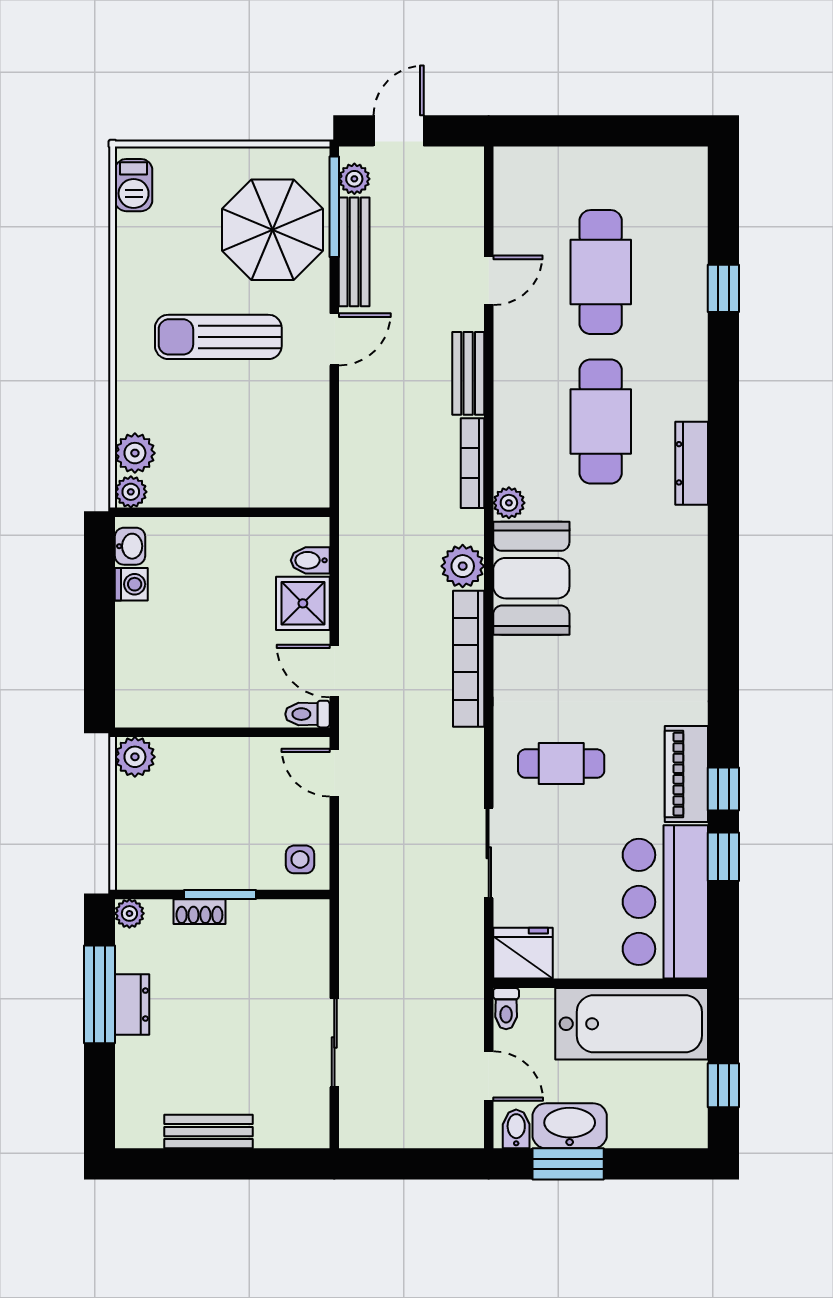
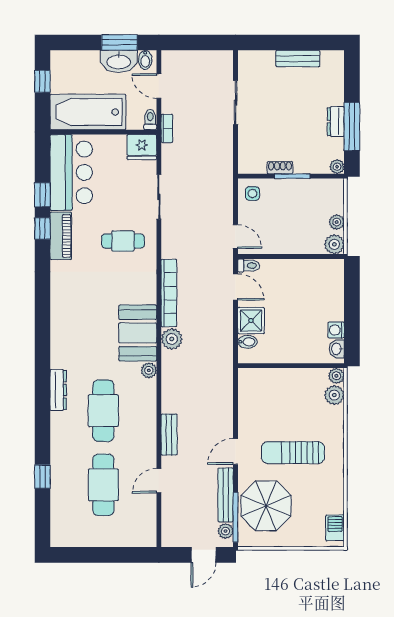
sun lounger: (218, 337) -> (293, 453), turned 180
bookcase: (473, 463) -> (167, 128), moved, width x0.64
plant: (130, 802) -> (337, 222), added
shoe rack: (199, 912) -> (280, 168), moved

